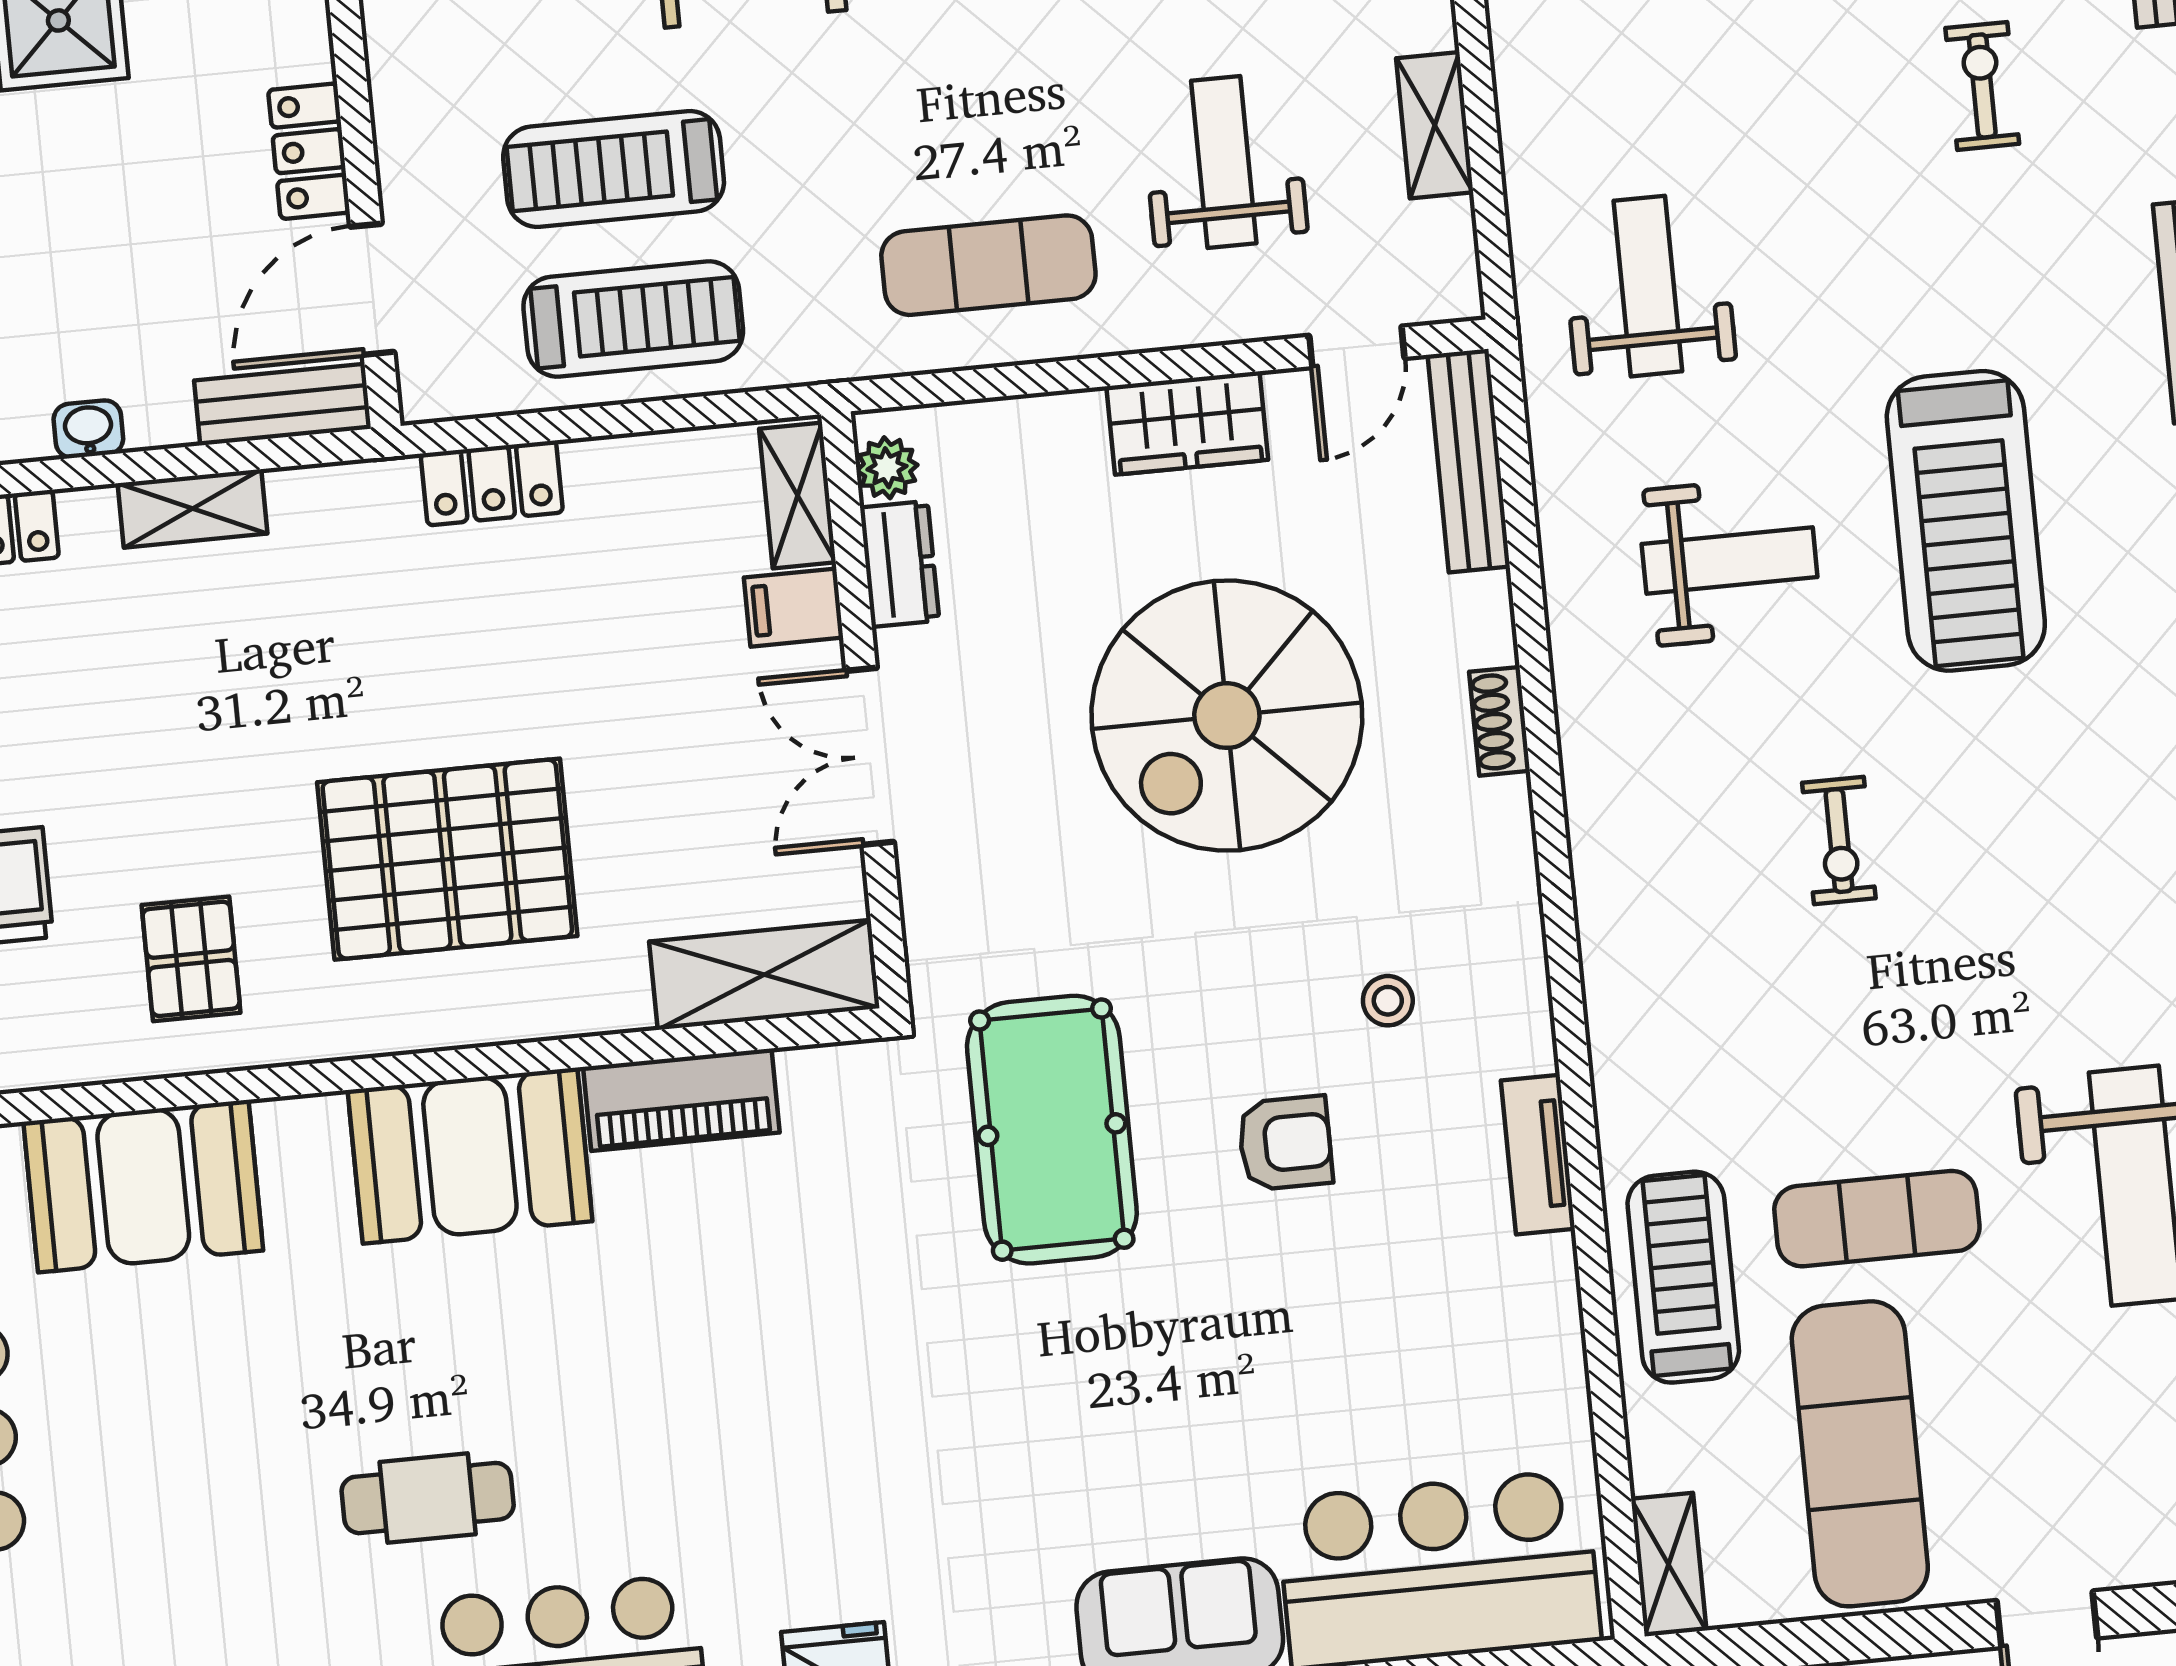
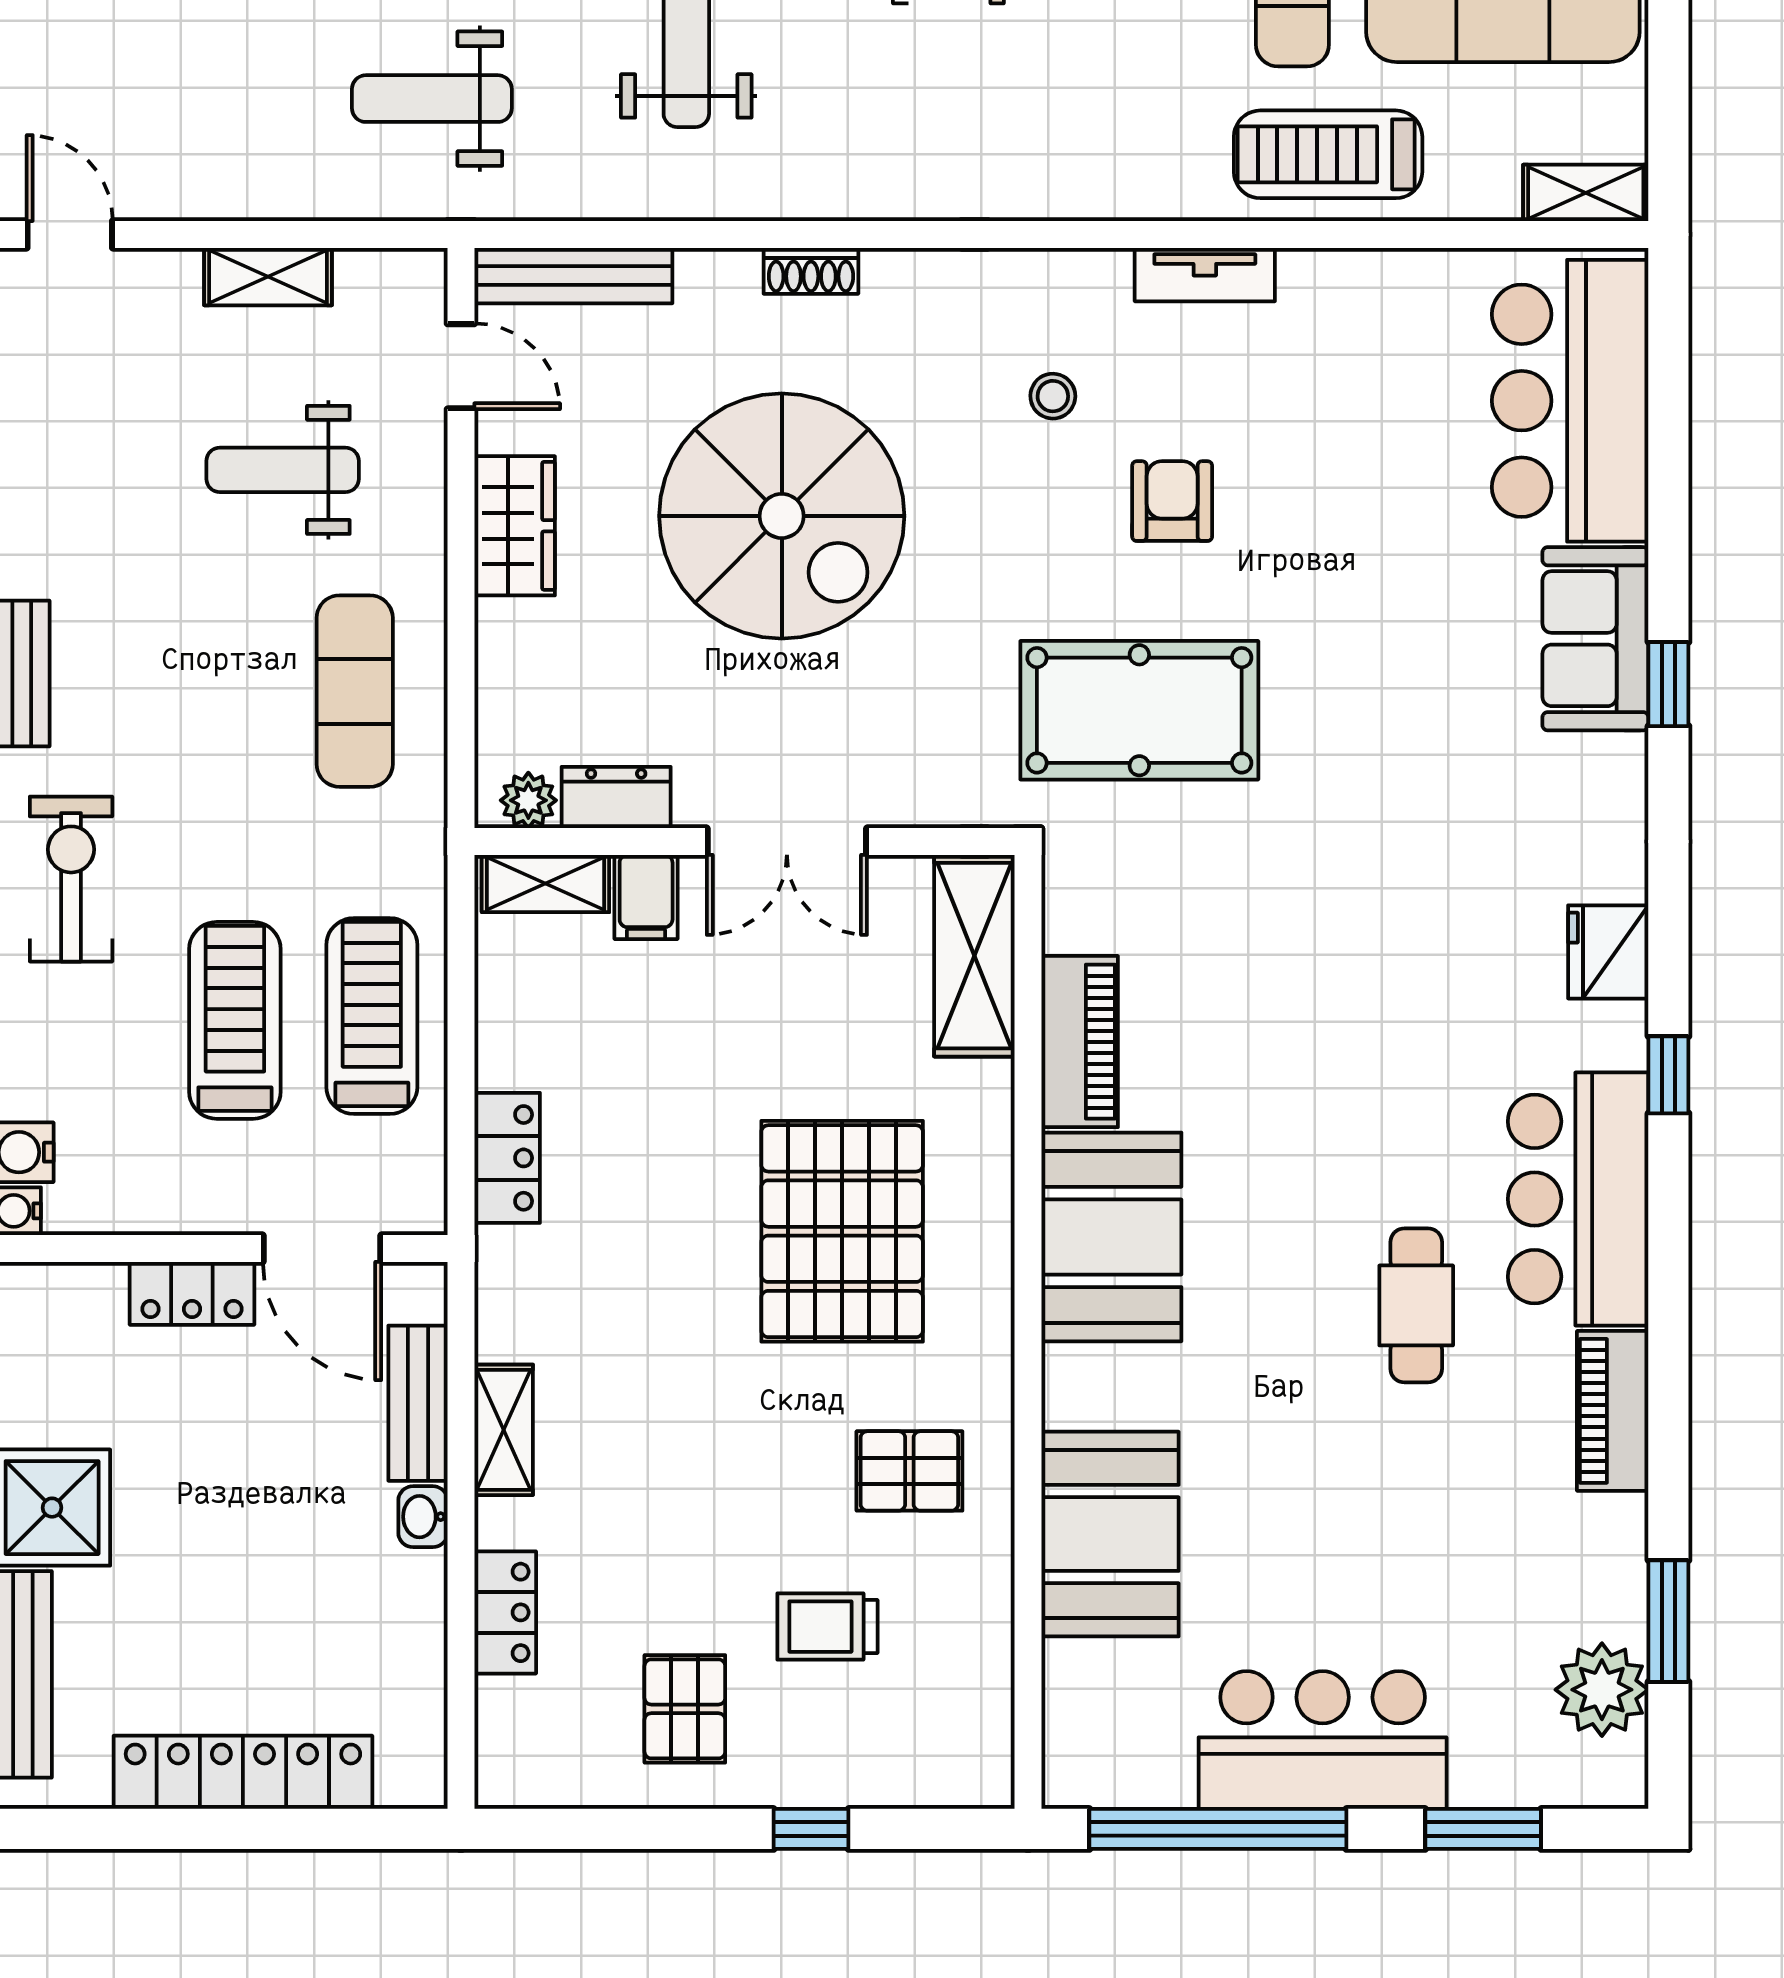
treadmill: (614, 169) -> (235, 1020), turned 180
bench: (283, 405) -> (418, 1403), moved

